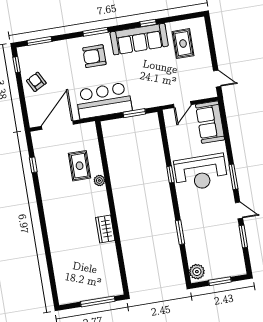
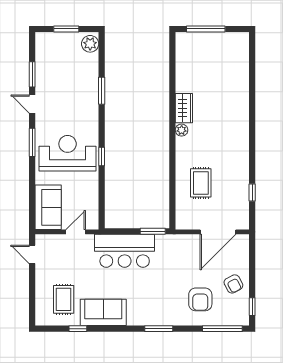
window: (148, 23) -> (78, 329), moved
sofa: (139, 39) -> (103, 312), width x0.73
window: (39, 41) -> (222, 329), width x1.44
armchair: (94, 56) -> (200, 299), moved, turned 90
bar counter: (104, 101) -> (125, 251), moved
window: (134, 113) -> (153, 231), moved
plant: (99, 180) -> (182, 130), moved

